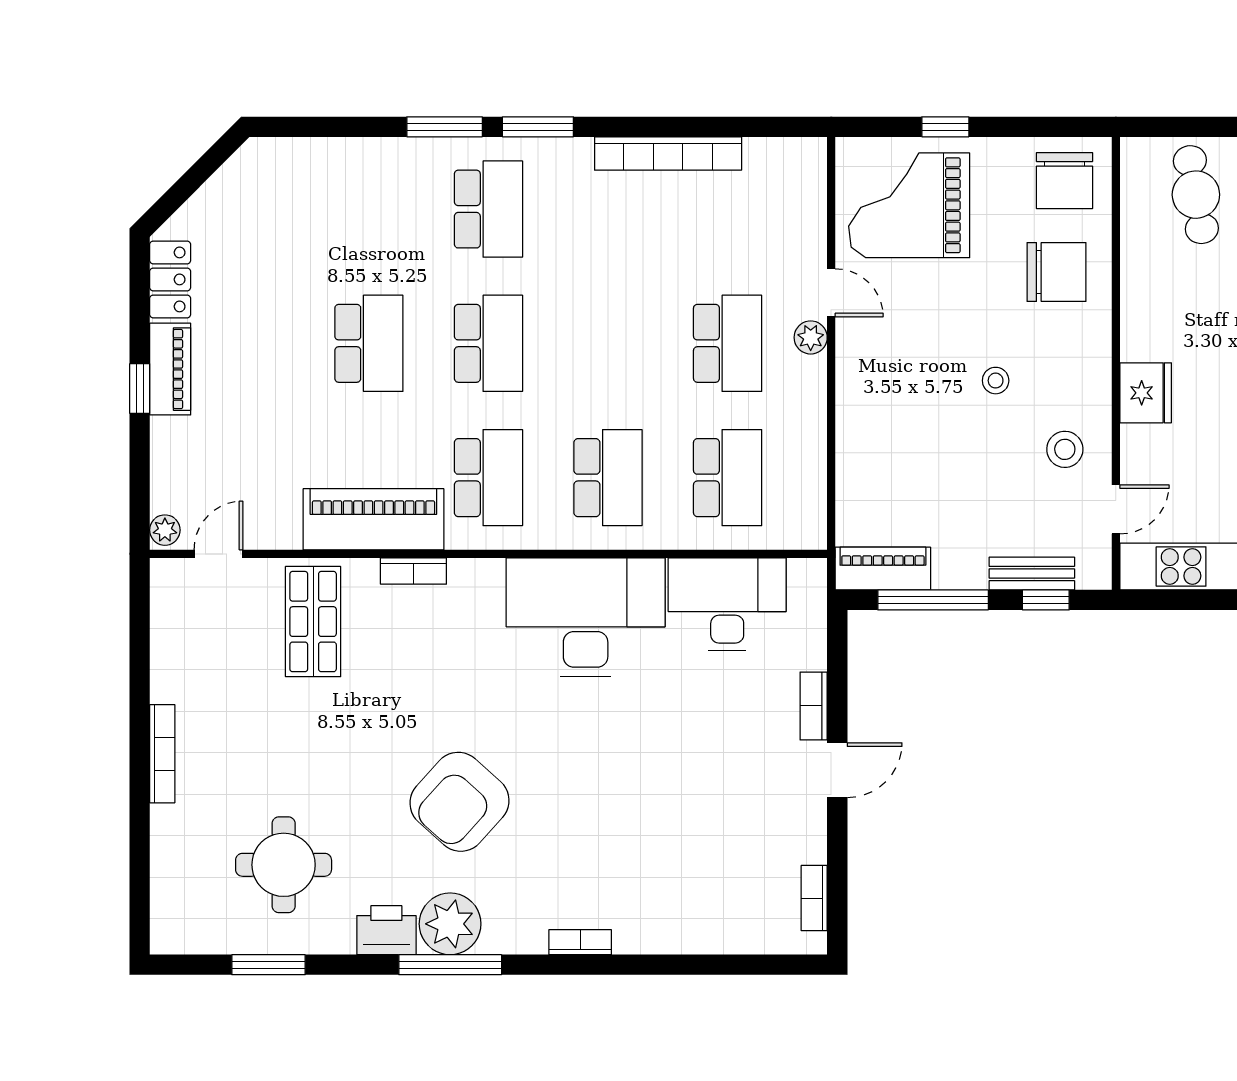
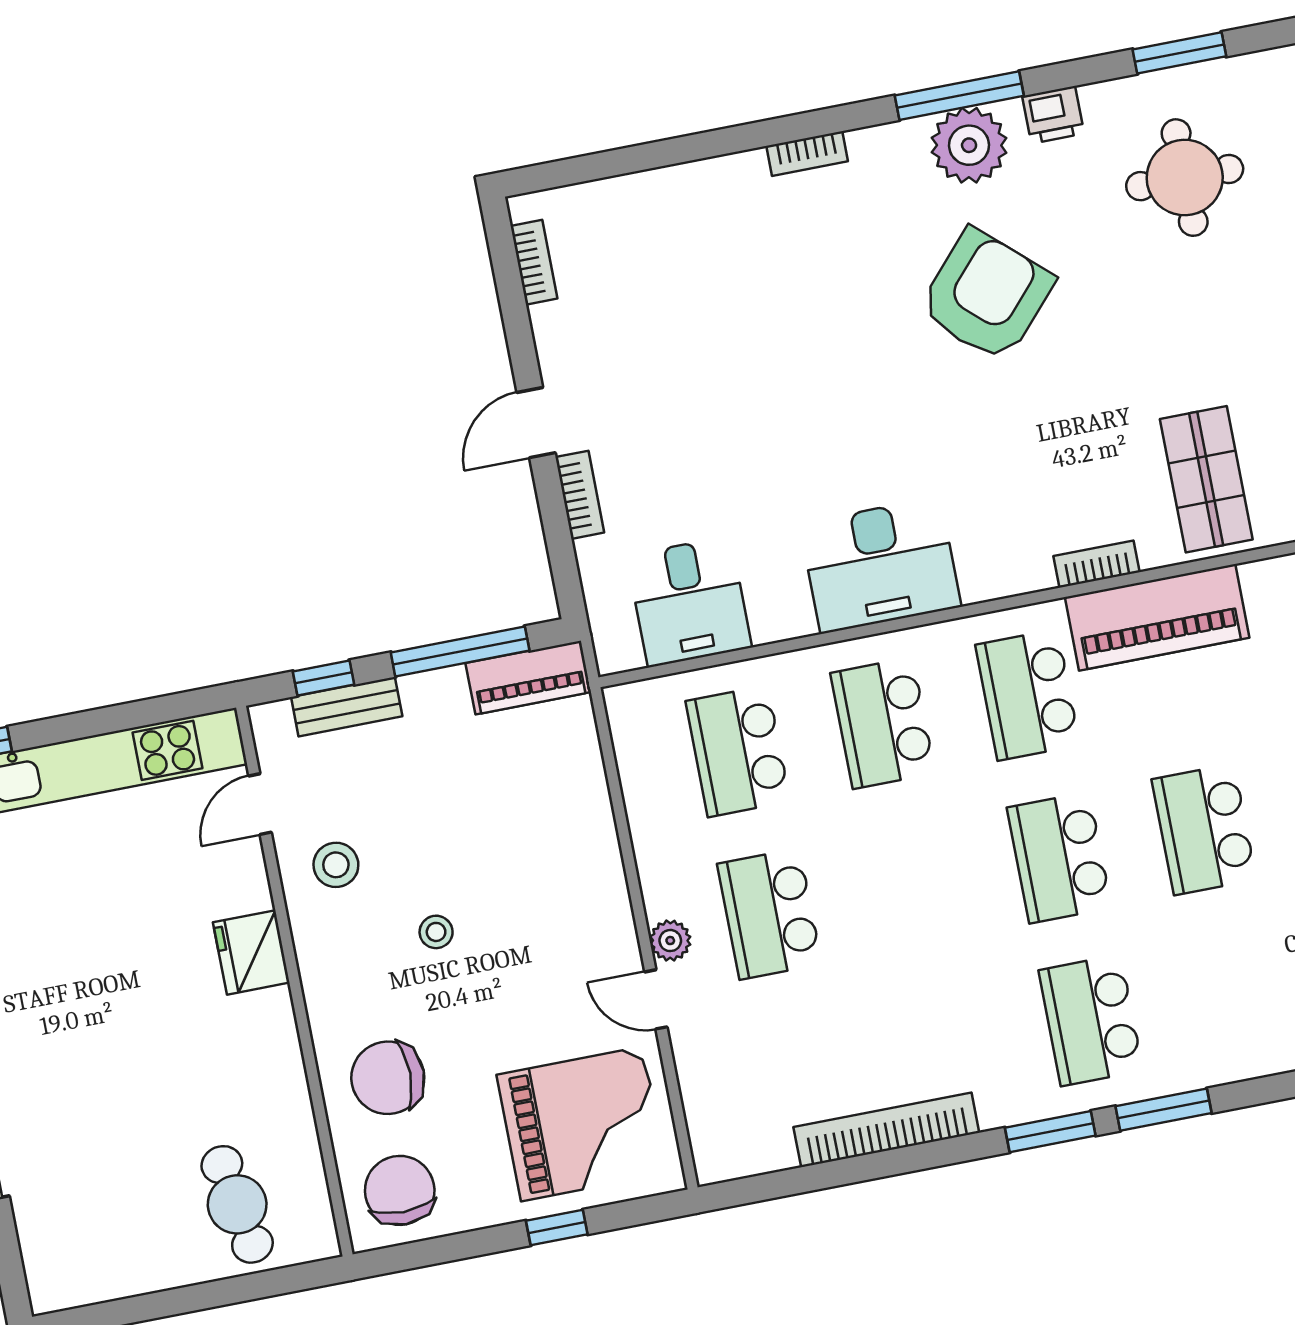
desk: (727, 604) -> (689, 602), width x0.73
desk: (586, 617) -> (880, 565), width x0.73, depth x0.77
printer: (386, 930) -> (1053, 115), width x0.73, depth x0.81

